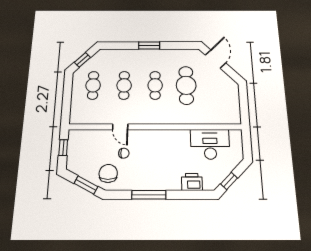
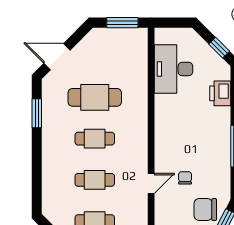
window: (149, 46) -> (37, 113), moved
window: (244, 105) -> (122, 23), added
chair: (108, 173) -> (205, 210), moved

